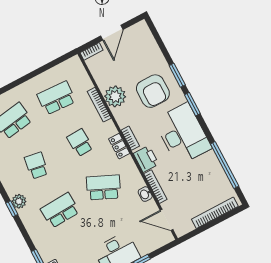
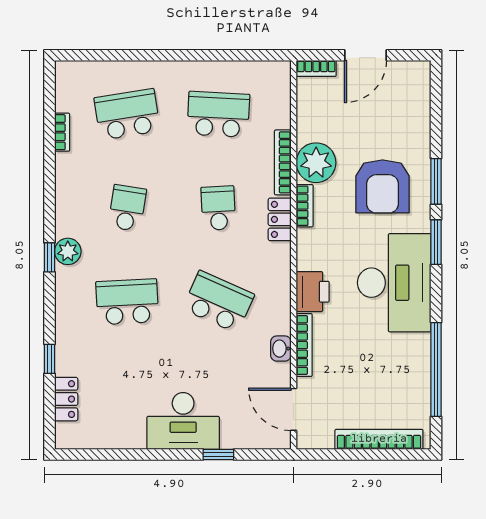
bookcase: (130, 138) -> (305, 206), moved
locker: (119, 146) -> (280, 219), moved

